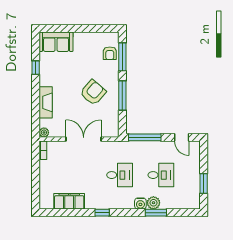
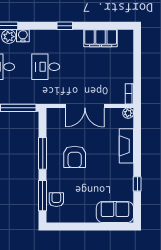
armchair: (93, 92) -> (75, 157), turned -41

